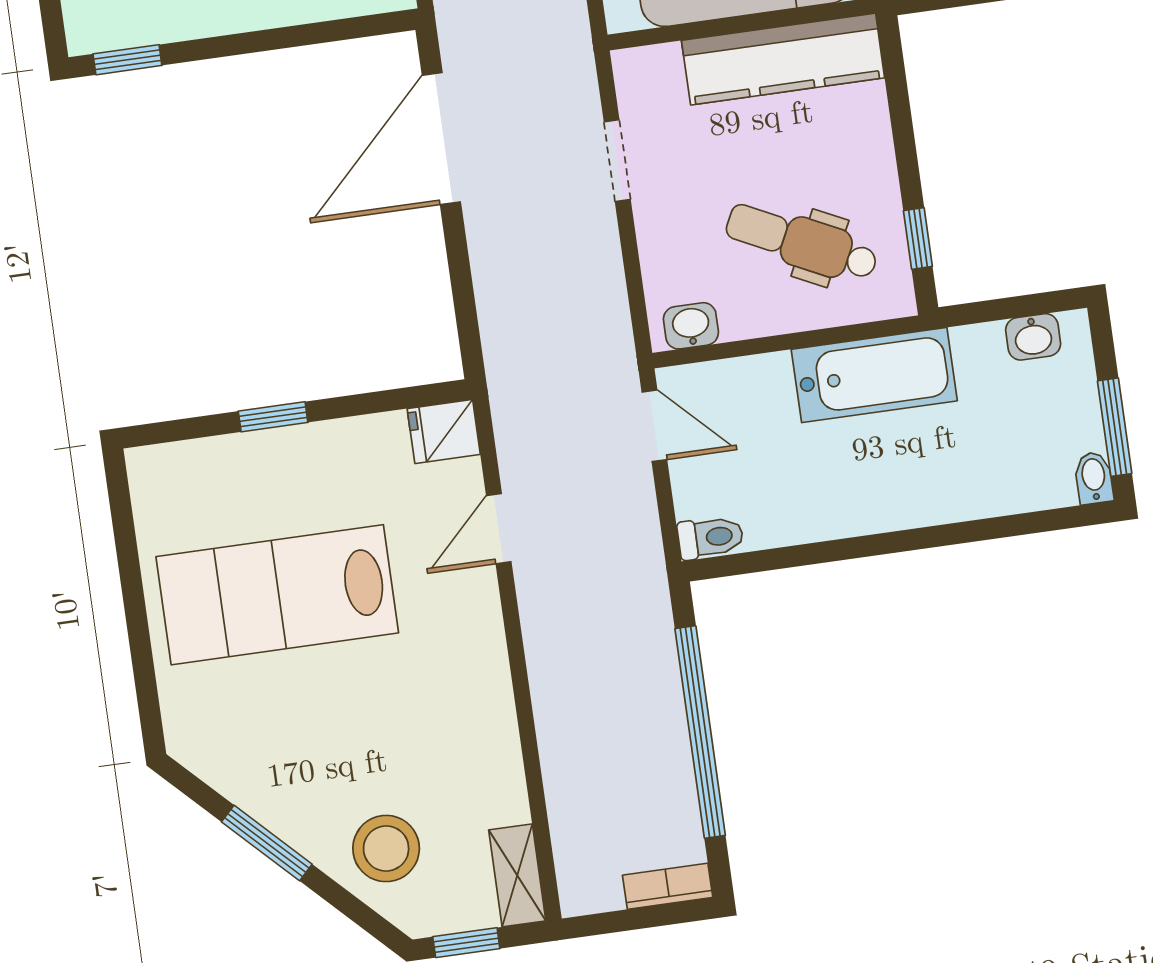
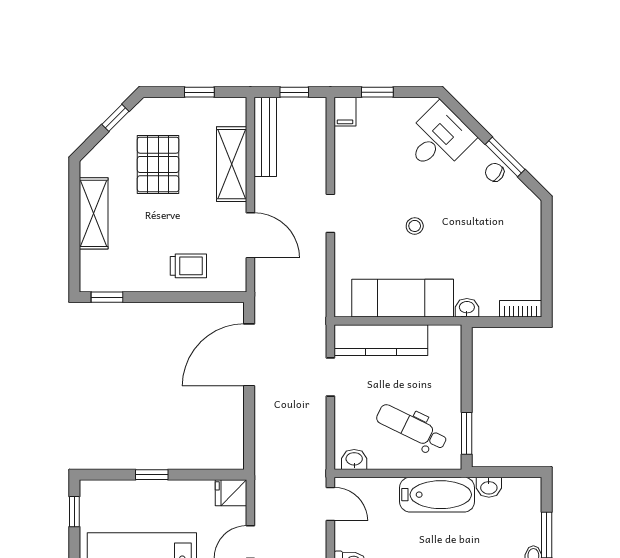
kitchen counter: (783, 59) -> (381, 340), moved
window: (918, 239) -> (467, 433), width x1.50
washbasin: (1033, 337) -> (489, 487), moved
window: (122, 517) -> (74, 512), added

